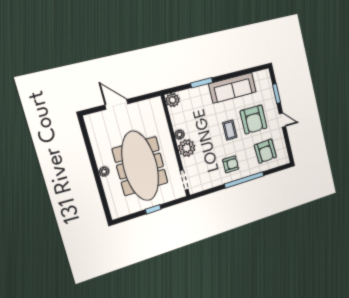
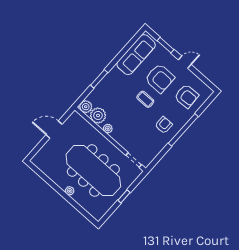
sofa: (233, 88) -> (136, 55), moved
door: (116, 104) -> (54, 130), moved
plant: (187, 148) -> (98, 115), moved

